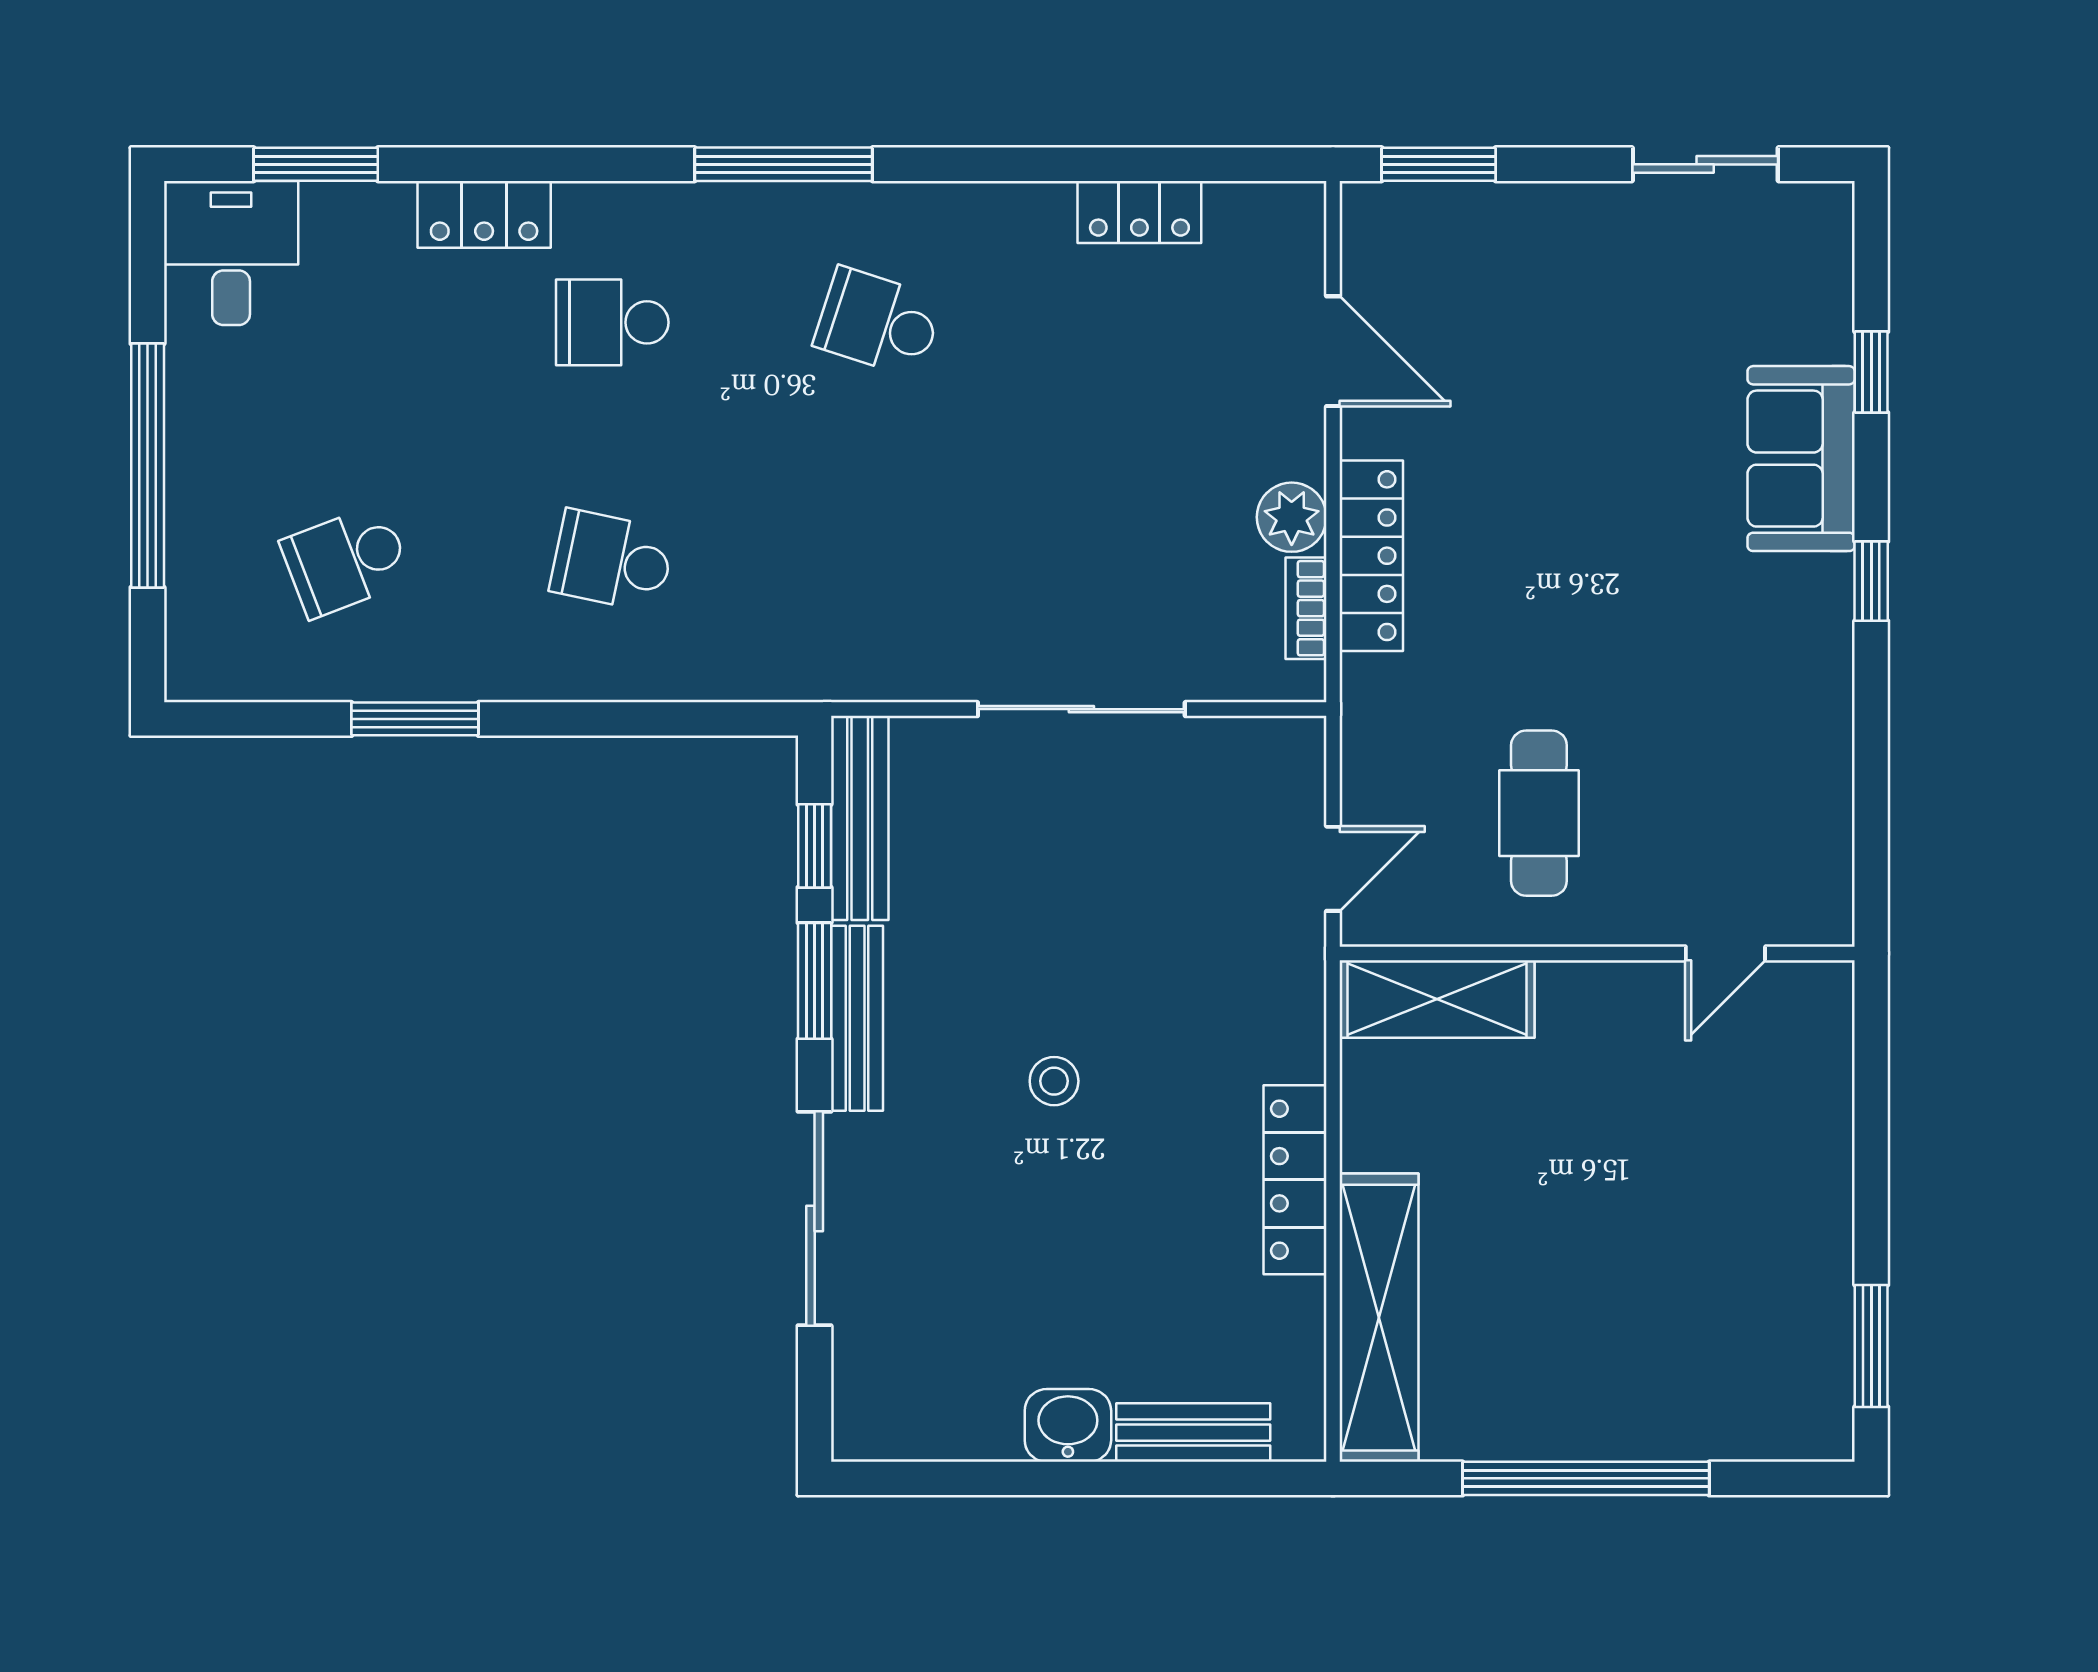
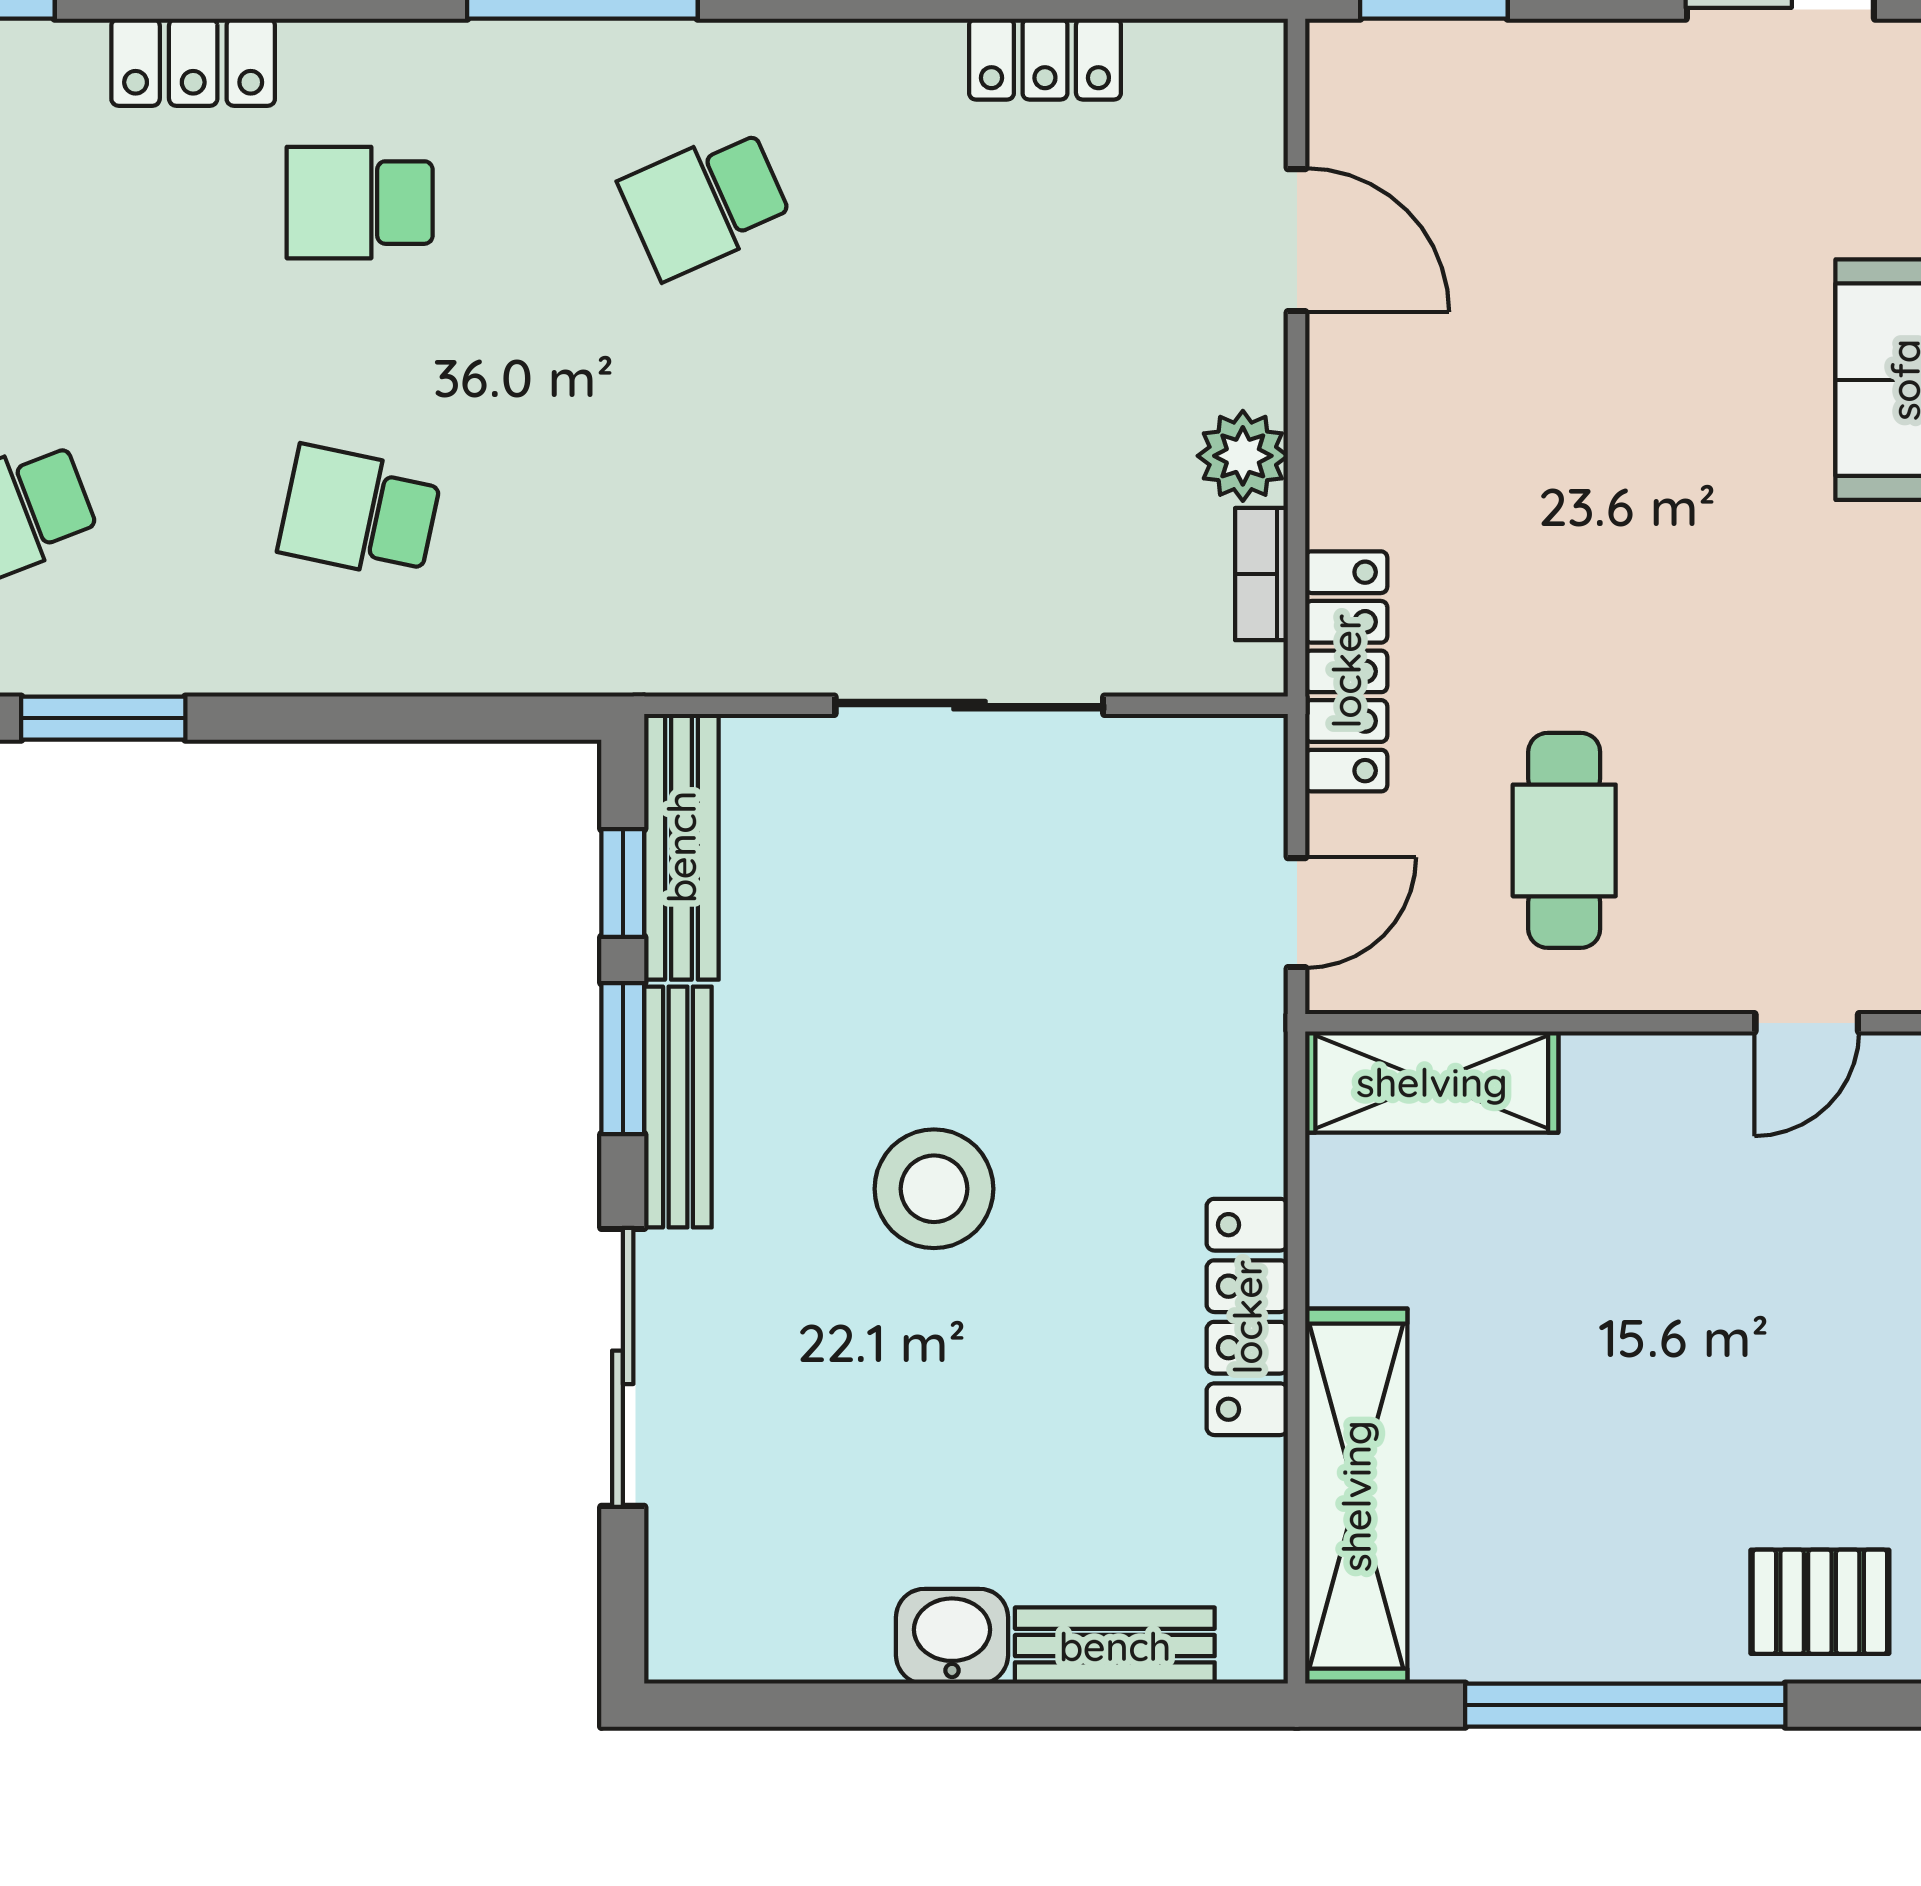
school desk: (878, 322) -> (706, 203), turned -42
locker: (1371, 556) -> (1346, 671), moved
stool: (1054, 1081) -> (934, 1189), width x1.89, depth x1.89
pallet: (1736, 1399) -> (1820, 1602), added

